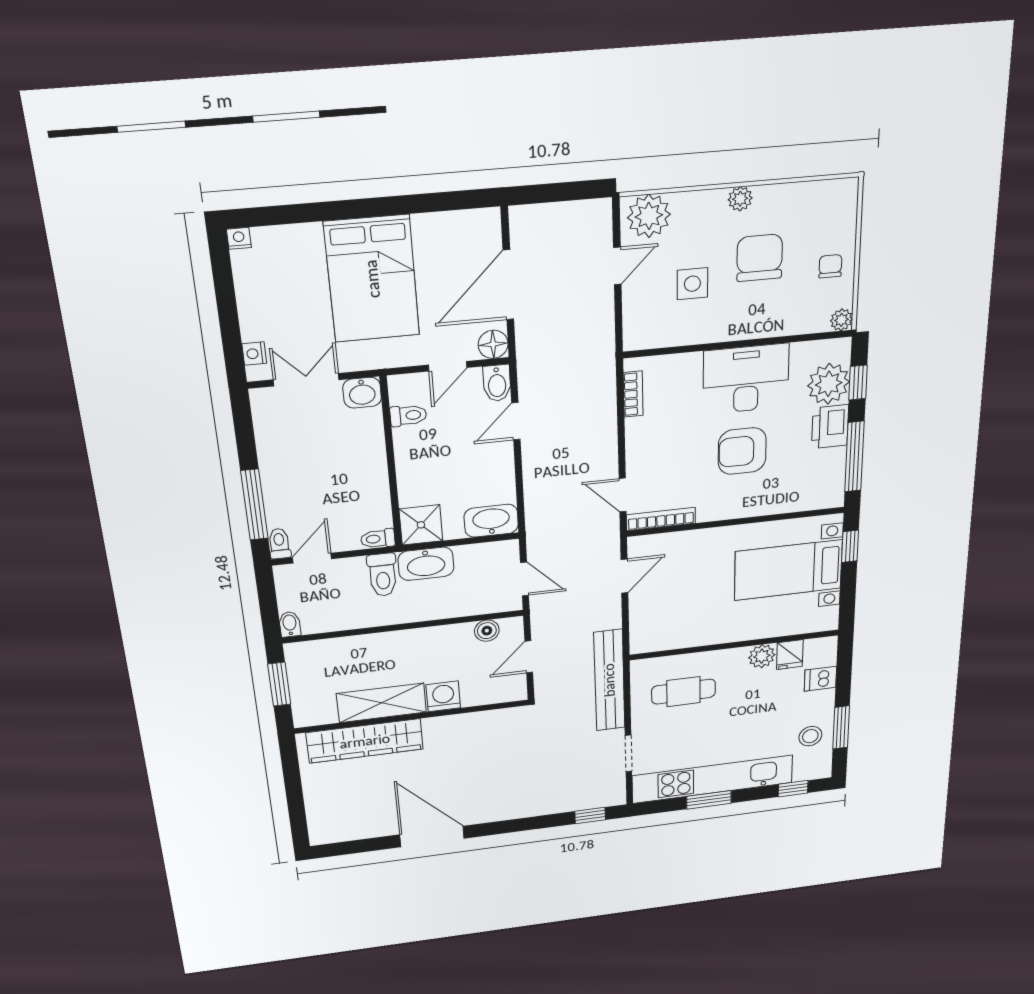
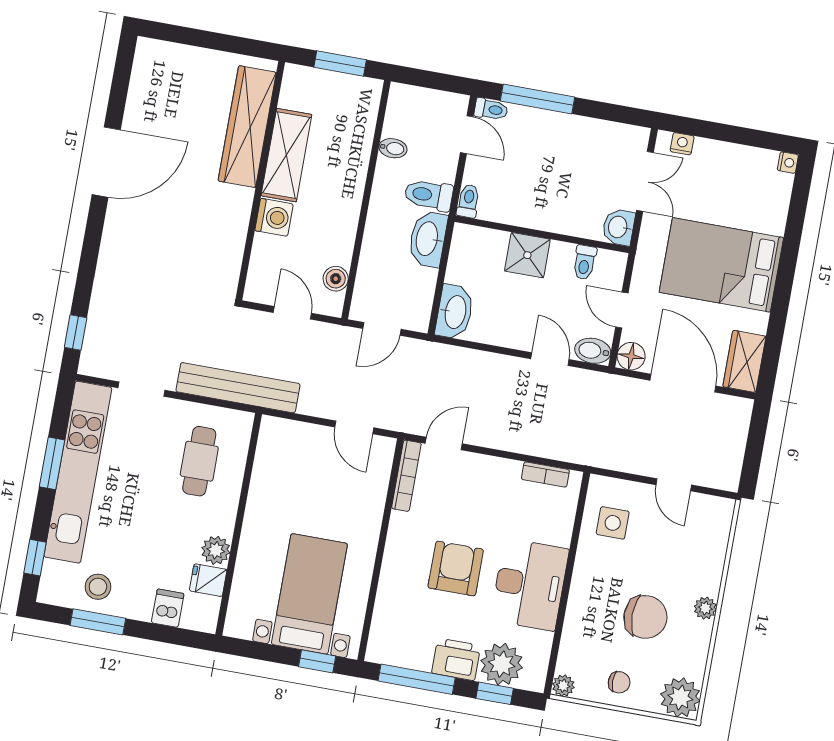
plant: (649, 216) -> (680, 698), moved
wardrobe: (469, 227) -> (744, 361), added
side table: (692, 284) -> (613, 523), moved
shower: (421, 525) -> (527, 255), moved
bidet: (290, 624) -> (393, 148), moved

